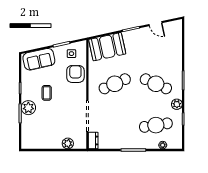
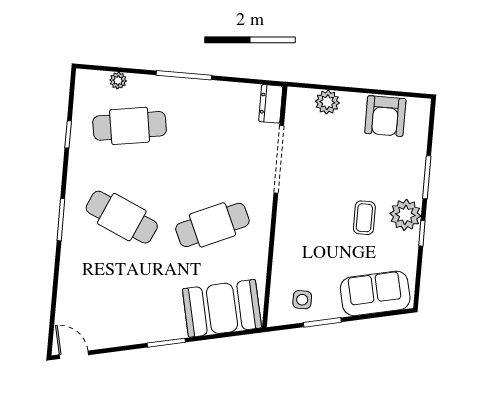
door: (156, 24) -> (74, 355), moved
armchair: (75, 74) -> (385, 116), moved
plant: (177, 104) -> (79, 168), removed
plant: (28, 108) -> (405, 215), moved

